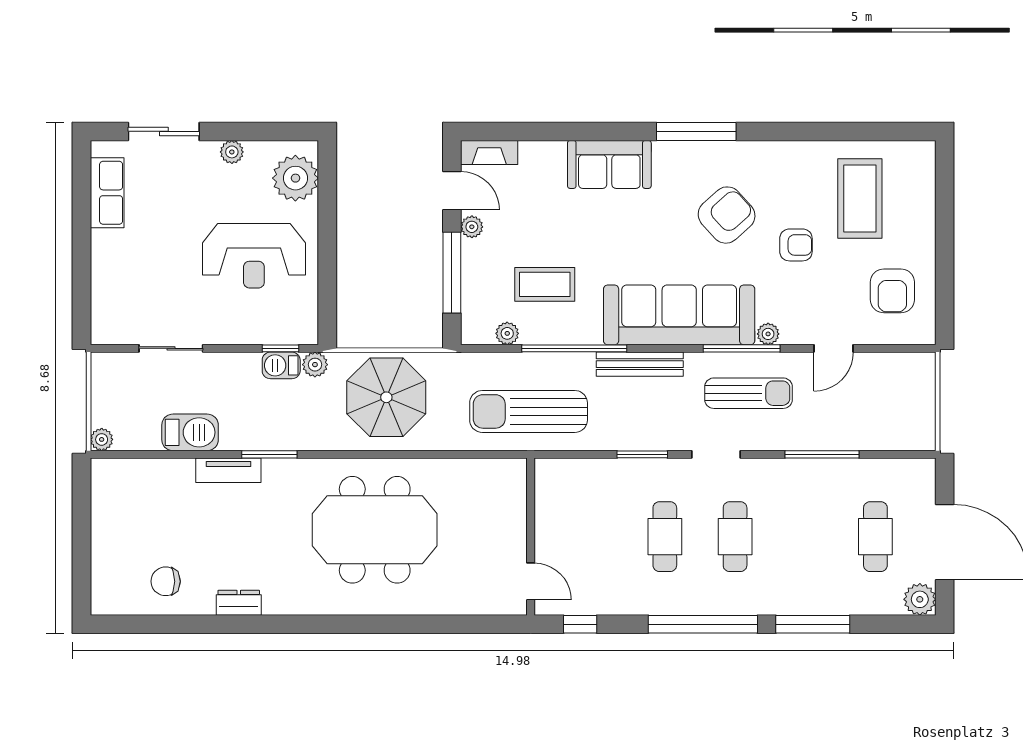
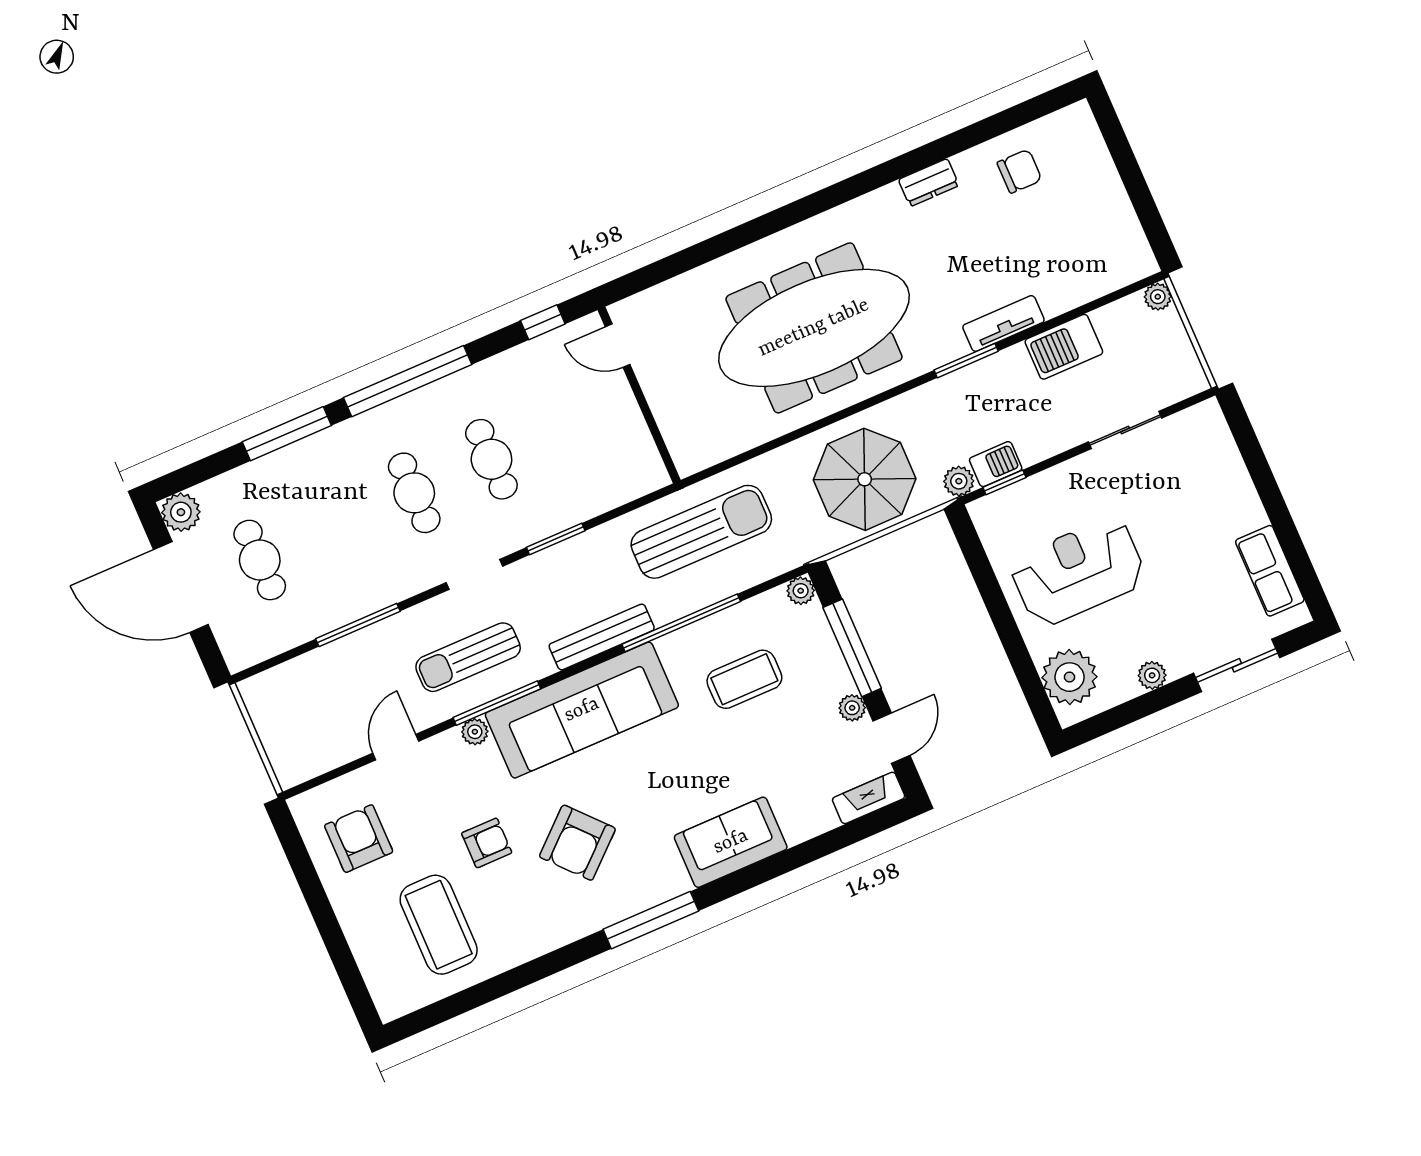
door: (452, 191) -> (891, 738), swing flipped
armchair: (796, 245) -> (487, 843), turned 180
plant: (507, 333) -> (801, 591), moved
meeting table: (375, 530) -> (814, 328), width x1.36

